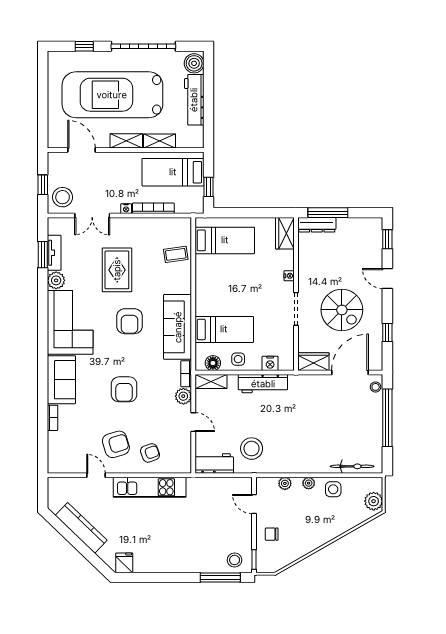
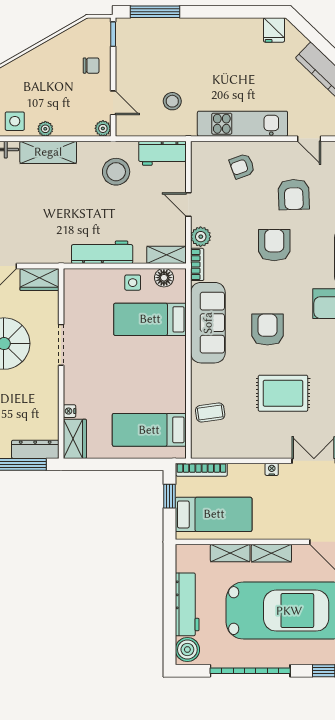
bookcase: (153, 208) -> (202, 470), moved
rug: (117, 270) -> (283, 393), turned 90
nightstand: (289, 276) -> (69, 411), moved
nightstand: (270, 363) -> (93, 277), removed
armchair: (116, 444) -> (294, 194), moved, turned -75
shelving: (306, 464) -> (48, 152), added
plant: (285, 483) -> (103, 128), moved
stool: (235, 560) -> (172, 101), moved

